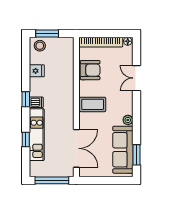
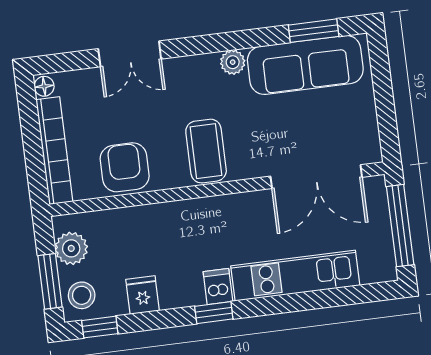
plant: (60, 44) -> (71, 248), added
window: (26, 139) -> (100, 327), moved
double door: (76, 148) -> (316, 177), swing flipped

